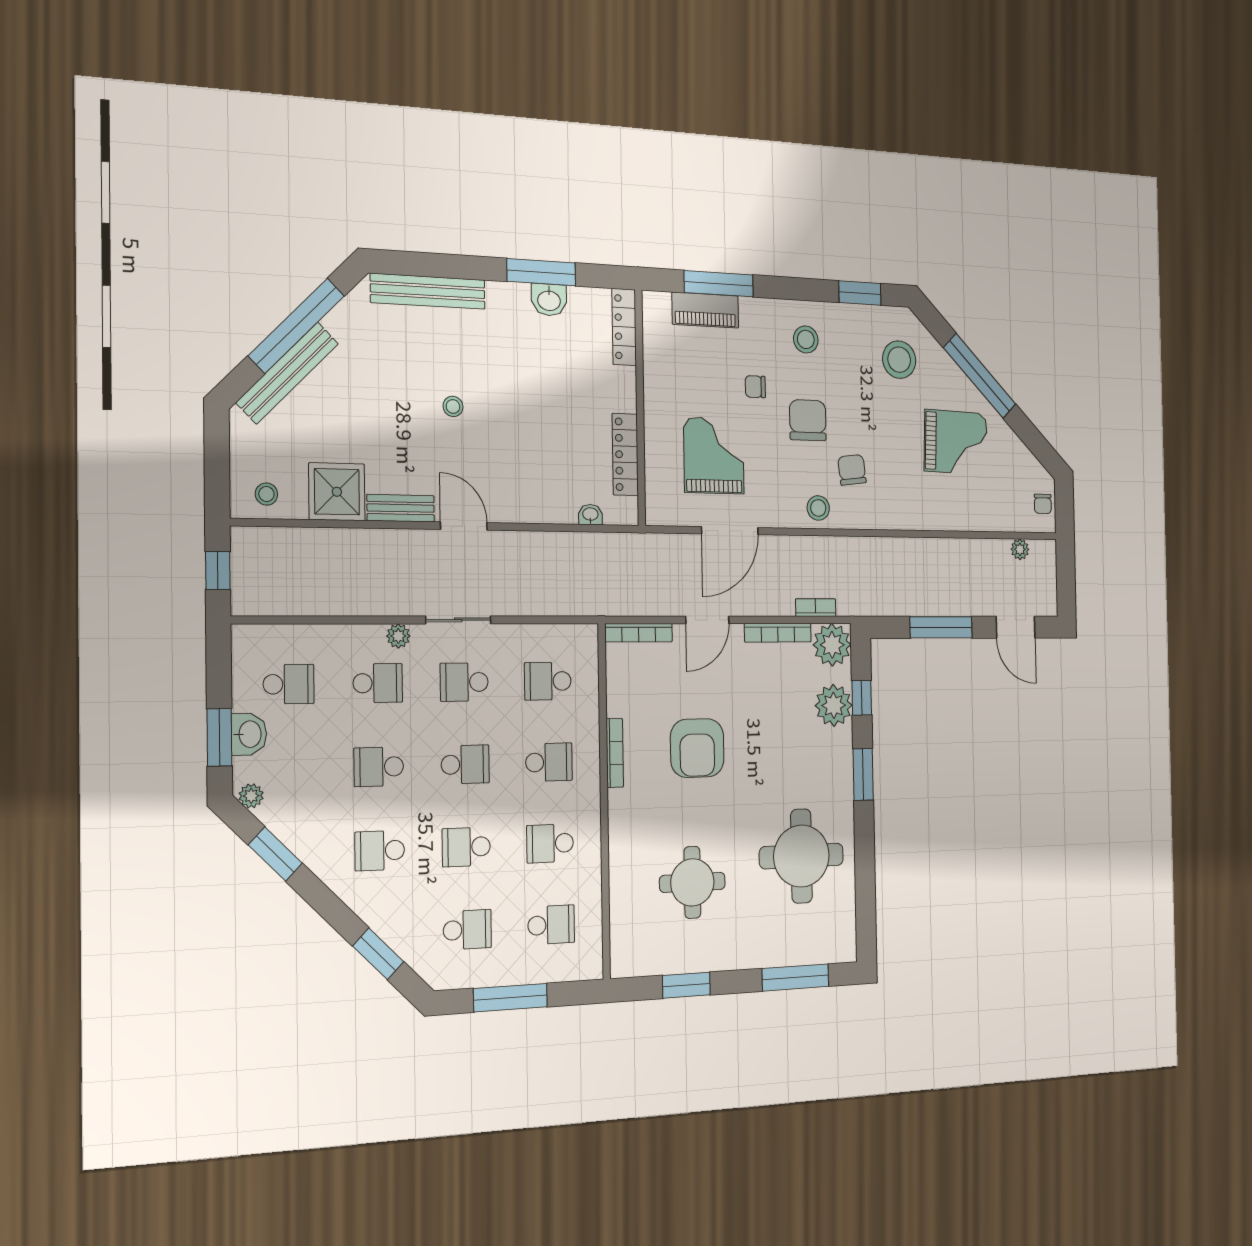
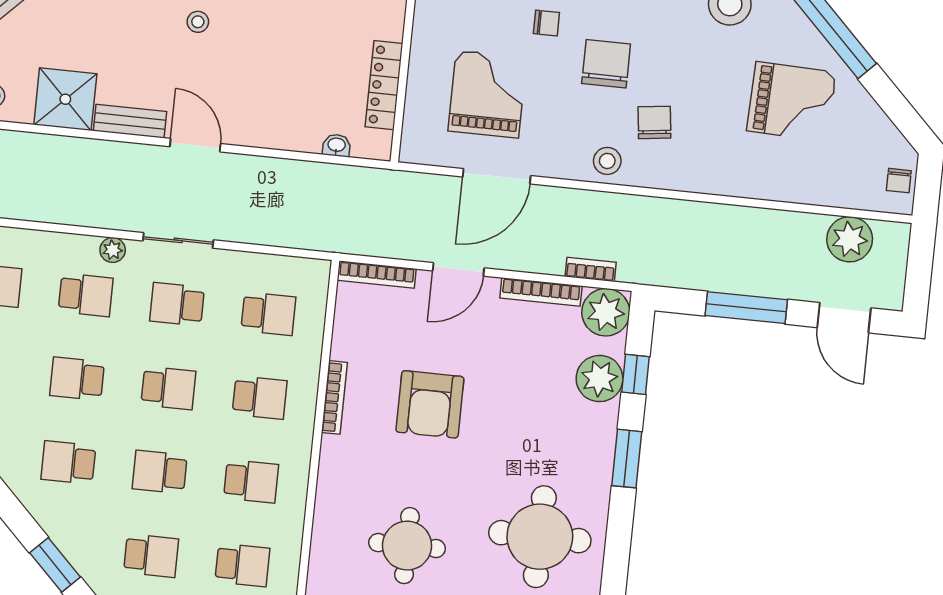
chair: (755, 387) -> (546, 23), turned 180
plant: (1020, 549) -> (850, 239), width x1.88, depth x1.88
school desk: (548, 681) -> (268, 314), turned 180
school desk: (550, 843) -> (251, 481), turned 180

